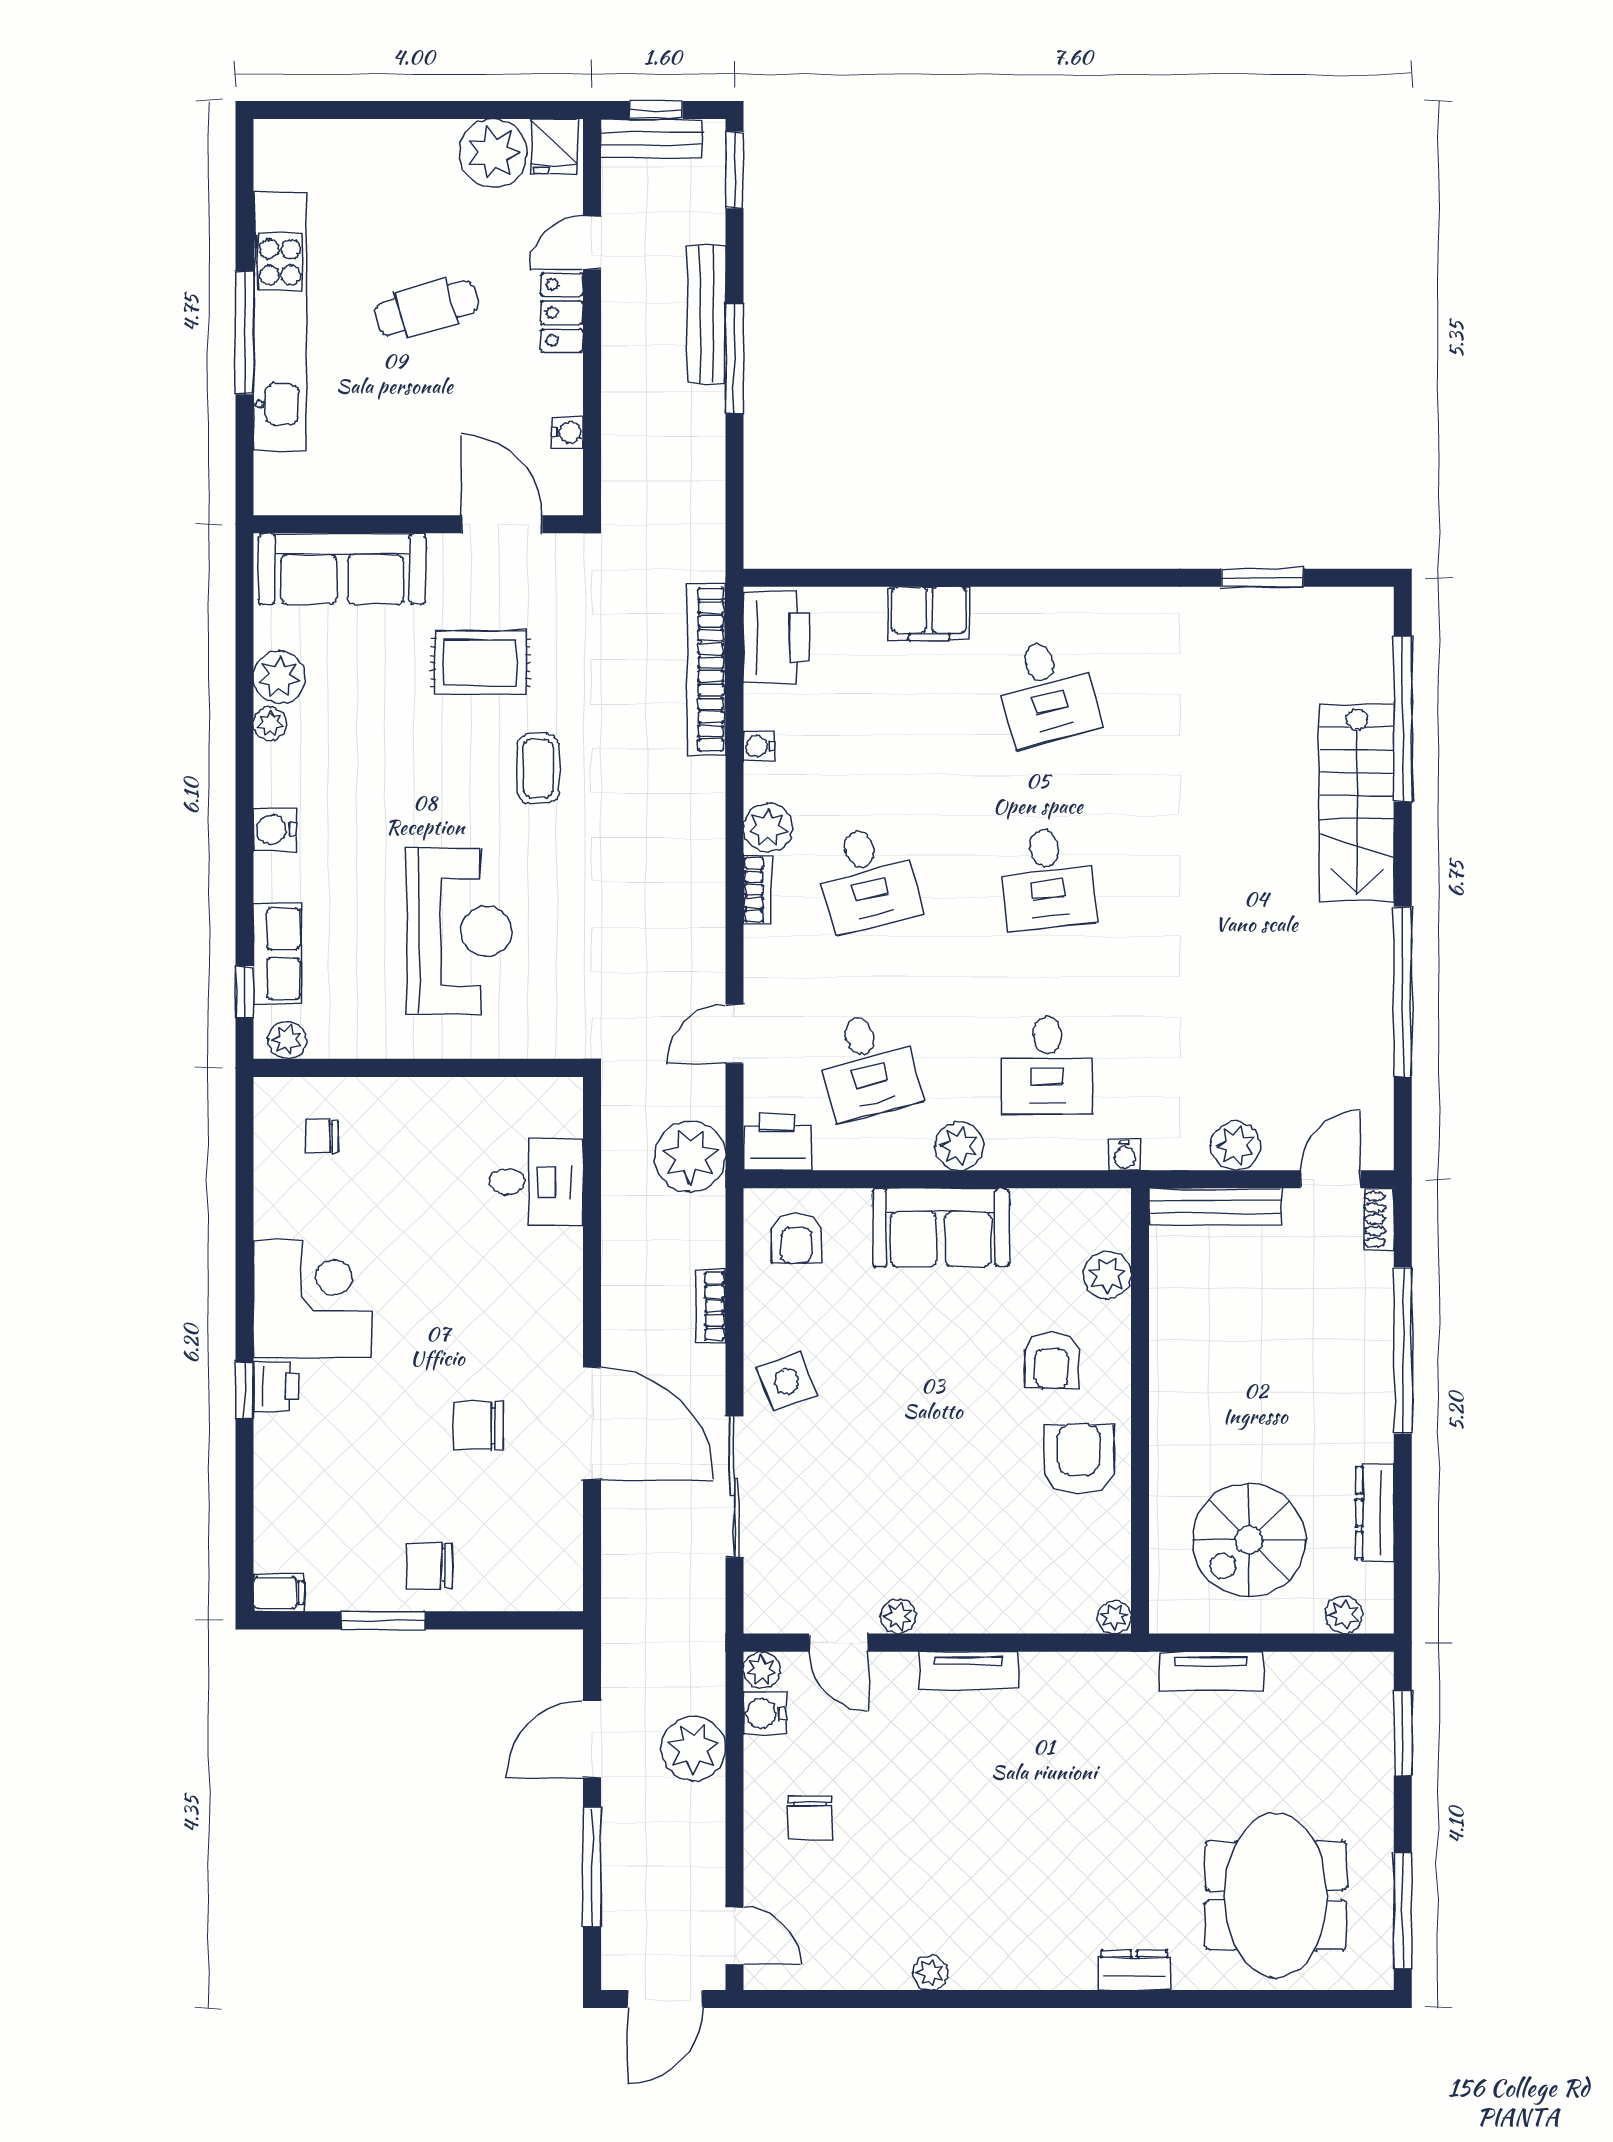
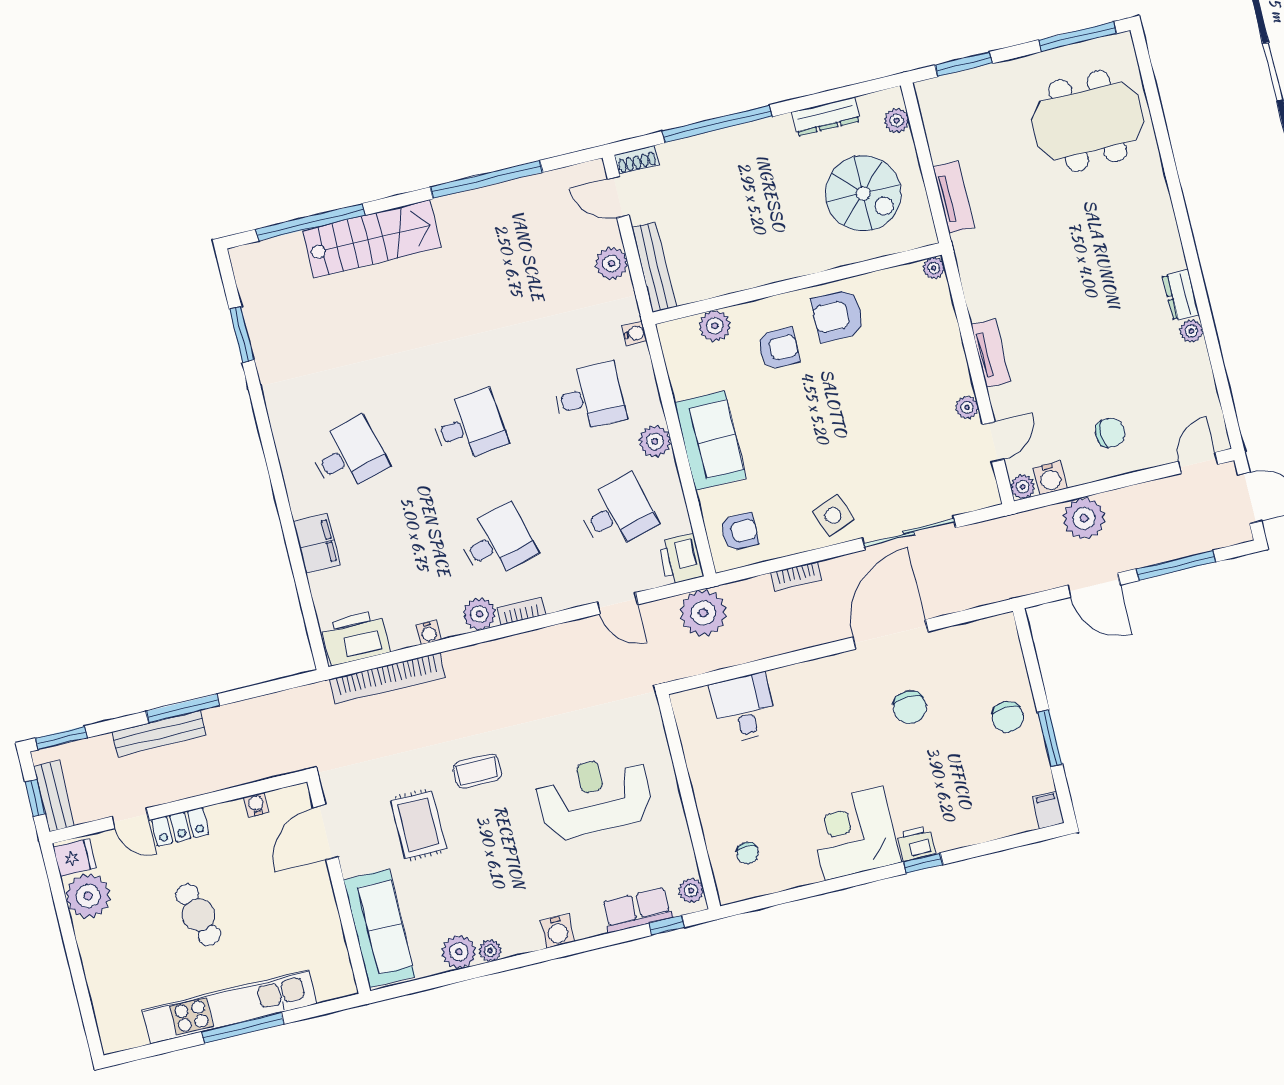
dresser: (1134, 1970) -> (1181, 295), moved

